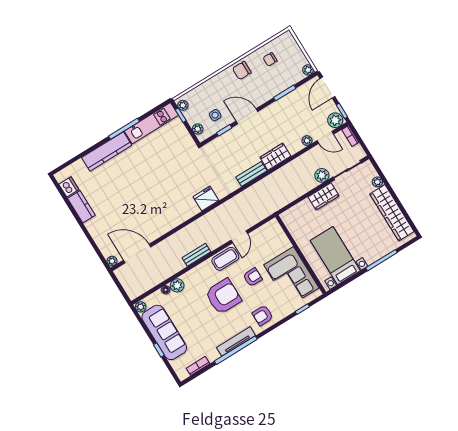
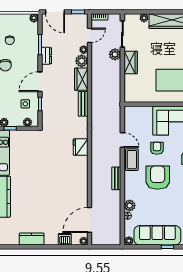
dresser: (277, 107) -> (47, 56), added
plant: (335, 120) -> (82, 61), moved
dishwasher: (69, 187) -> (65, 239), moved

